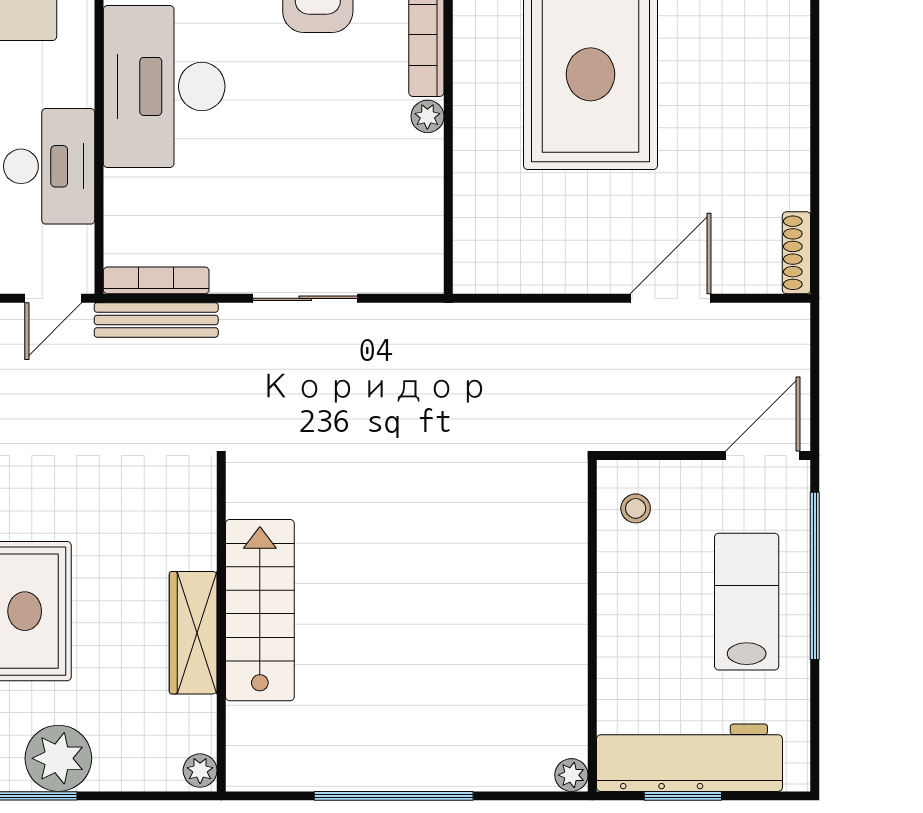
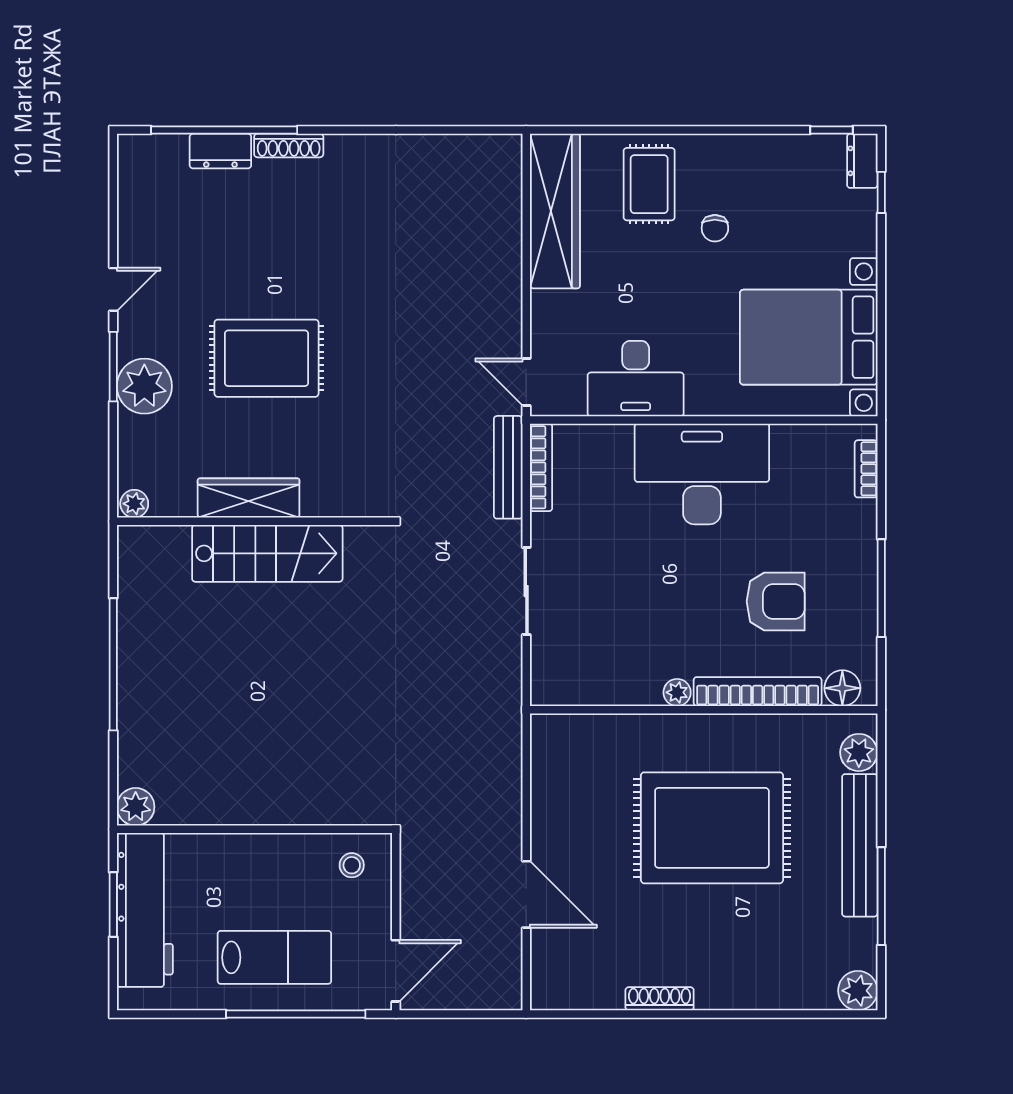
shoe rack: (796, 253) -> (660, 999), moved
door: (763, 455) -> (396, 971), hinge flipped
plant: (571, 775) -> (136, 807), width x1.38, depth x1.38

